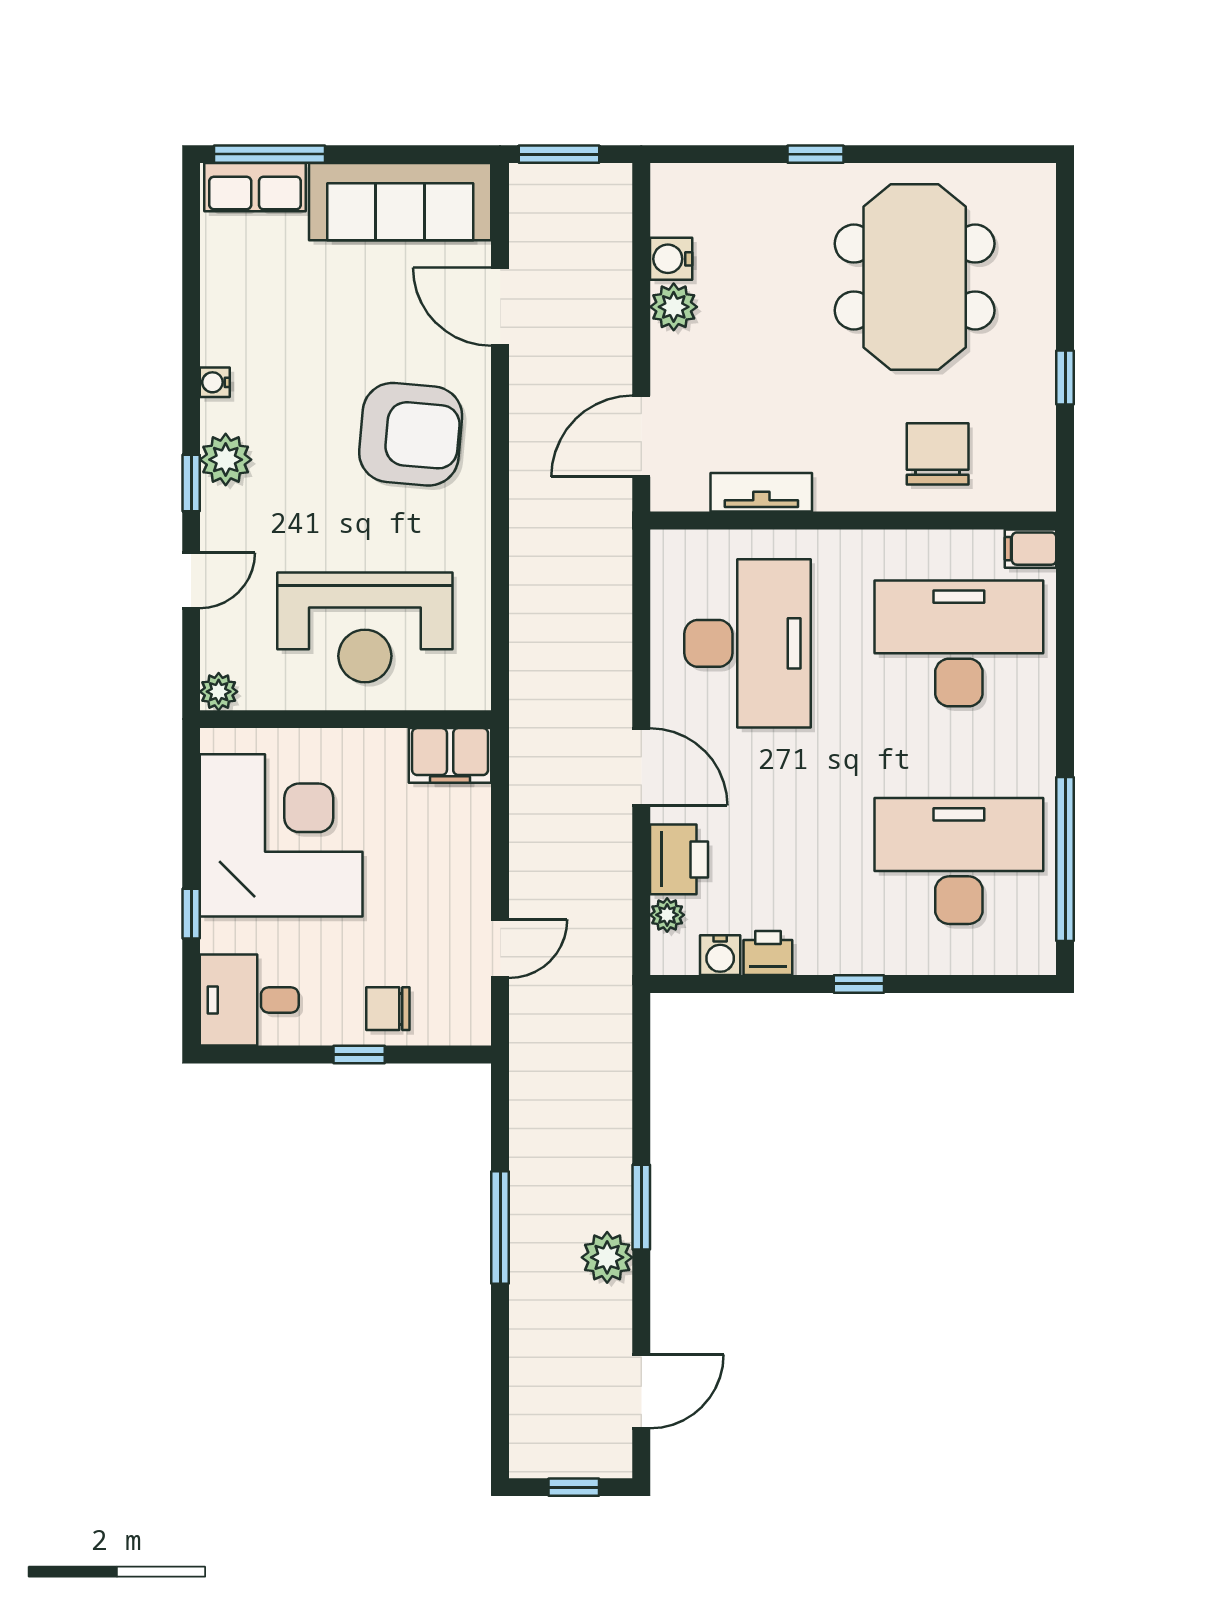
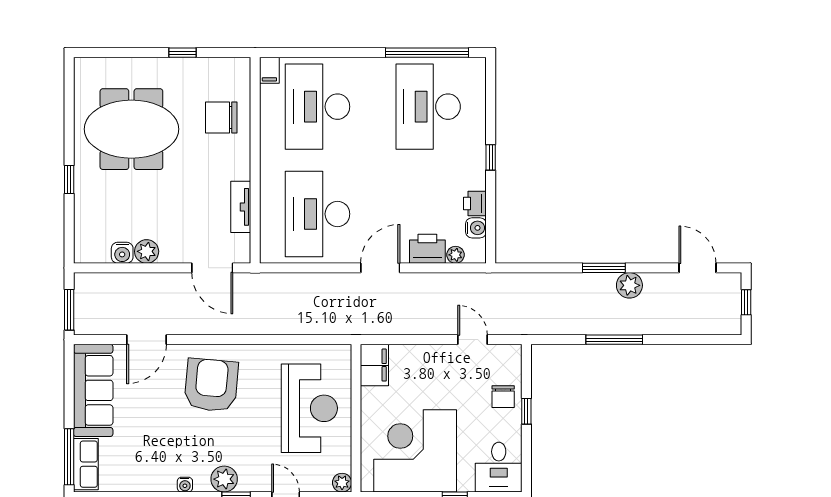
desk: (747, 643) -> (318, 214), turned -90

